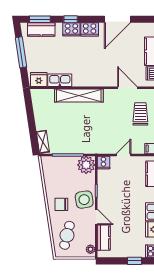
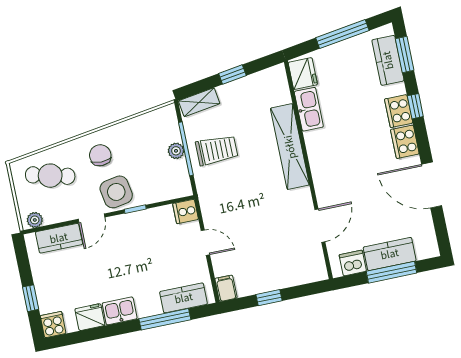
trolley: (140, 114) -> (217, 150), moved
window: (31, 120) -> (232, 75), added
plant: (86, 165) -> (176, 151), moved, width x0.53, depth x0.53

